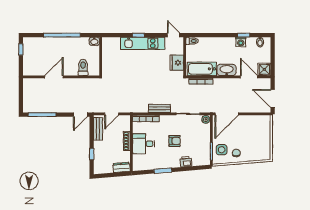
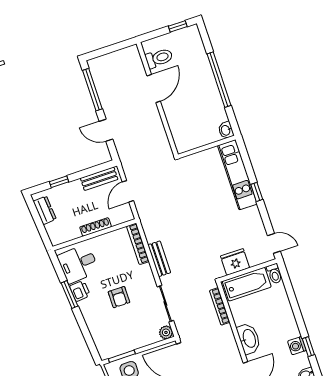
door: (173, 35) -> (274, 243), hinge flipped
kitchen unit: (143, 43) -> (237, 175), moved
toilet: (83, 67) -> (159, 58), moved
bathtub: (202, 69) -> (247, 284), moved, turned 90
door: (54, 77) -> (154, 88), hinge flipped
door: (112, 114) -> (128, 191), hinge flipped
door: (80, 115) -> (106, 130), moved
desk: (144, 144) -> (78, 264), moved, turned -95
printer: (186, 162) -> (80, 291), moved
dresser: (121, 167) -> (45, 210), moved

